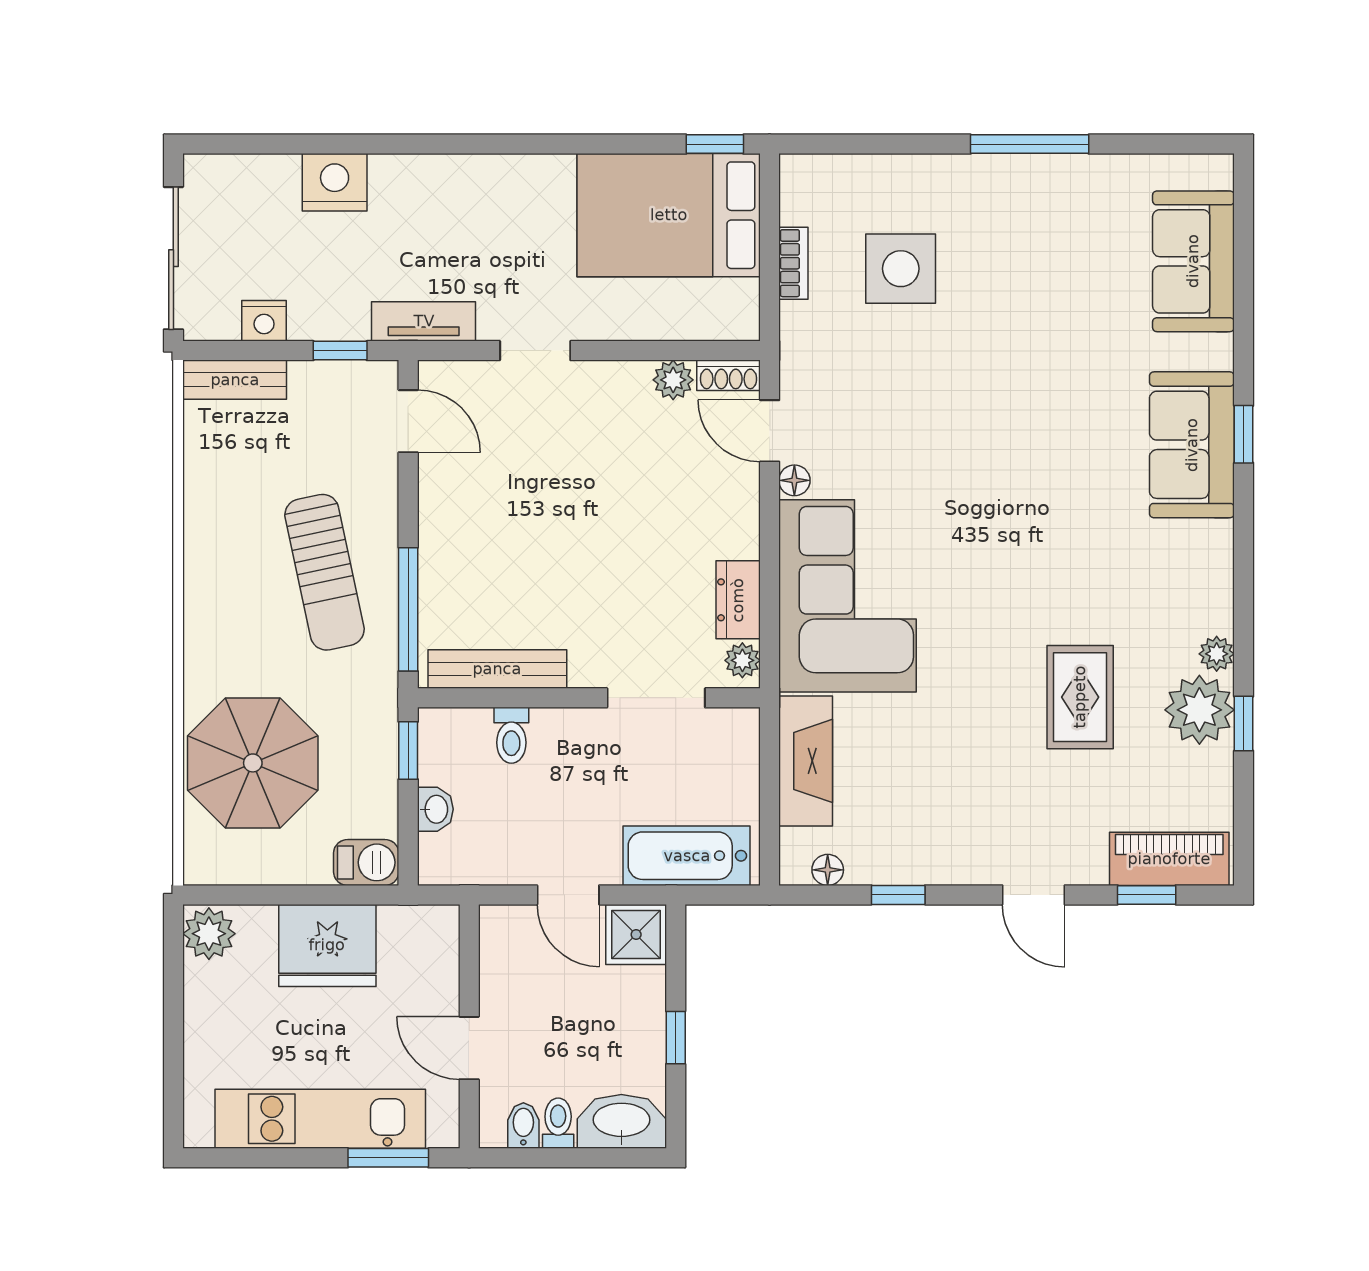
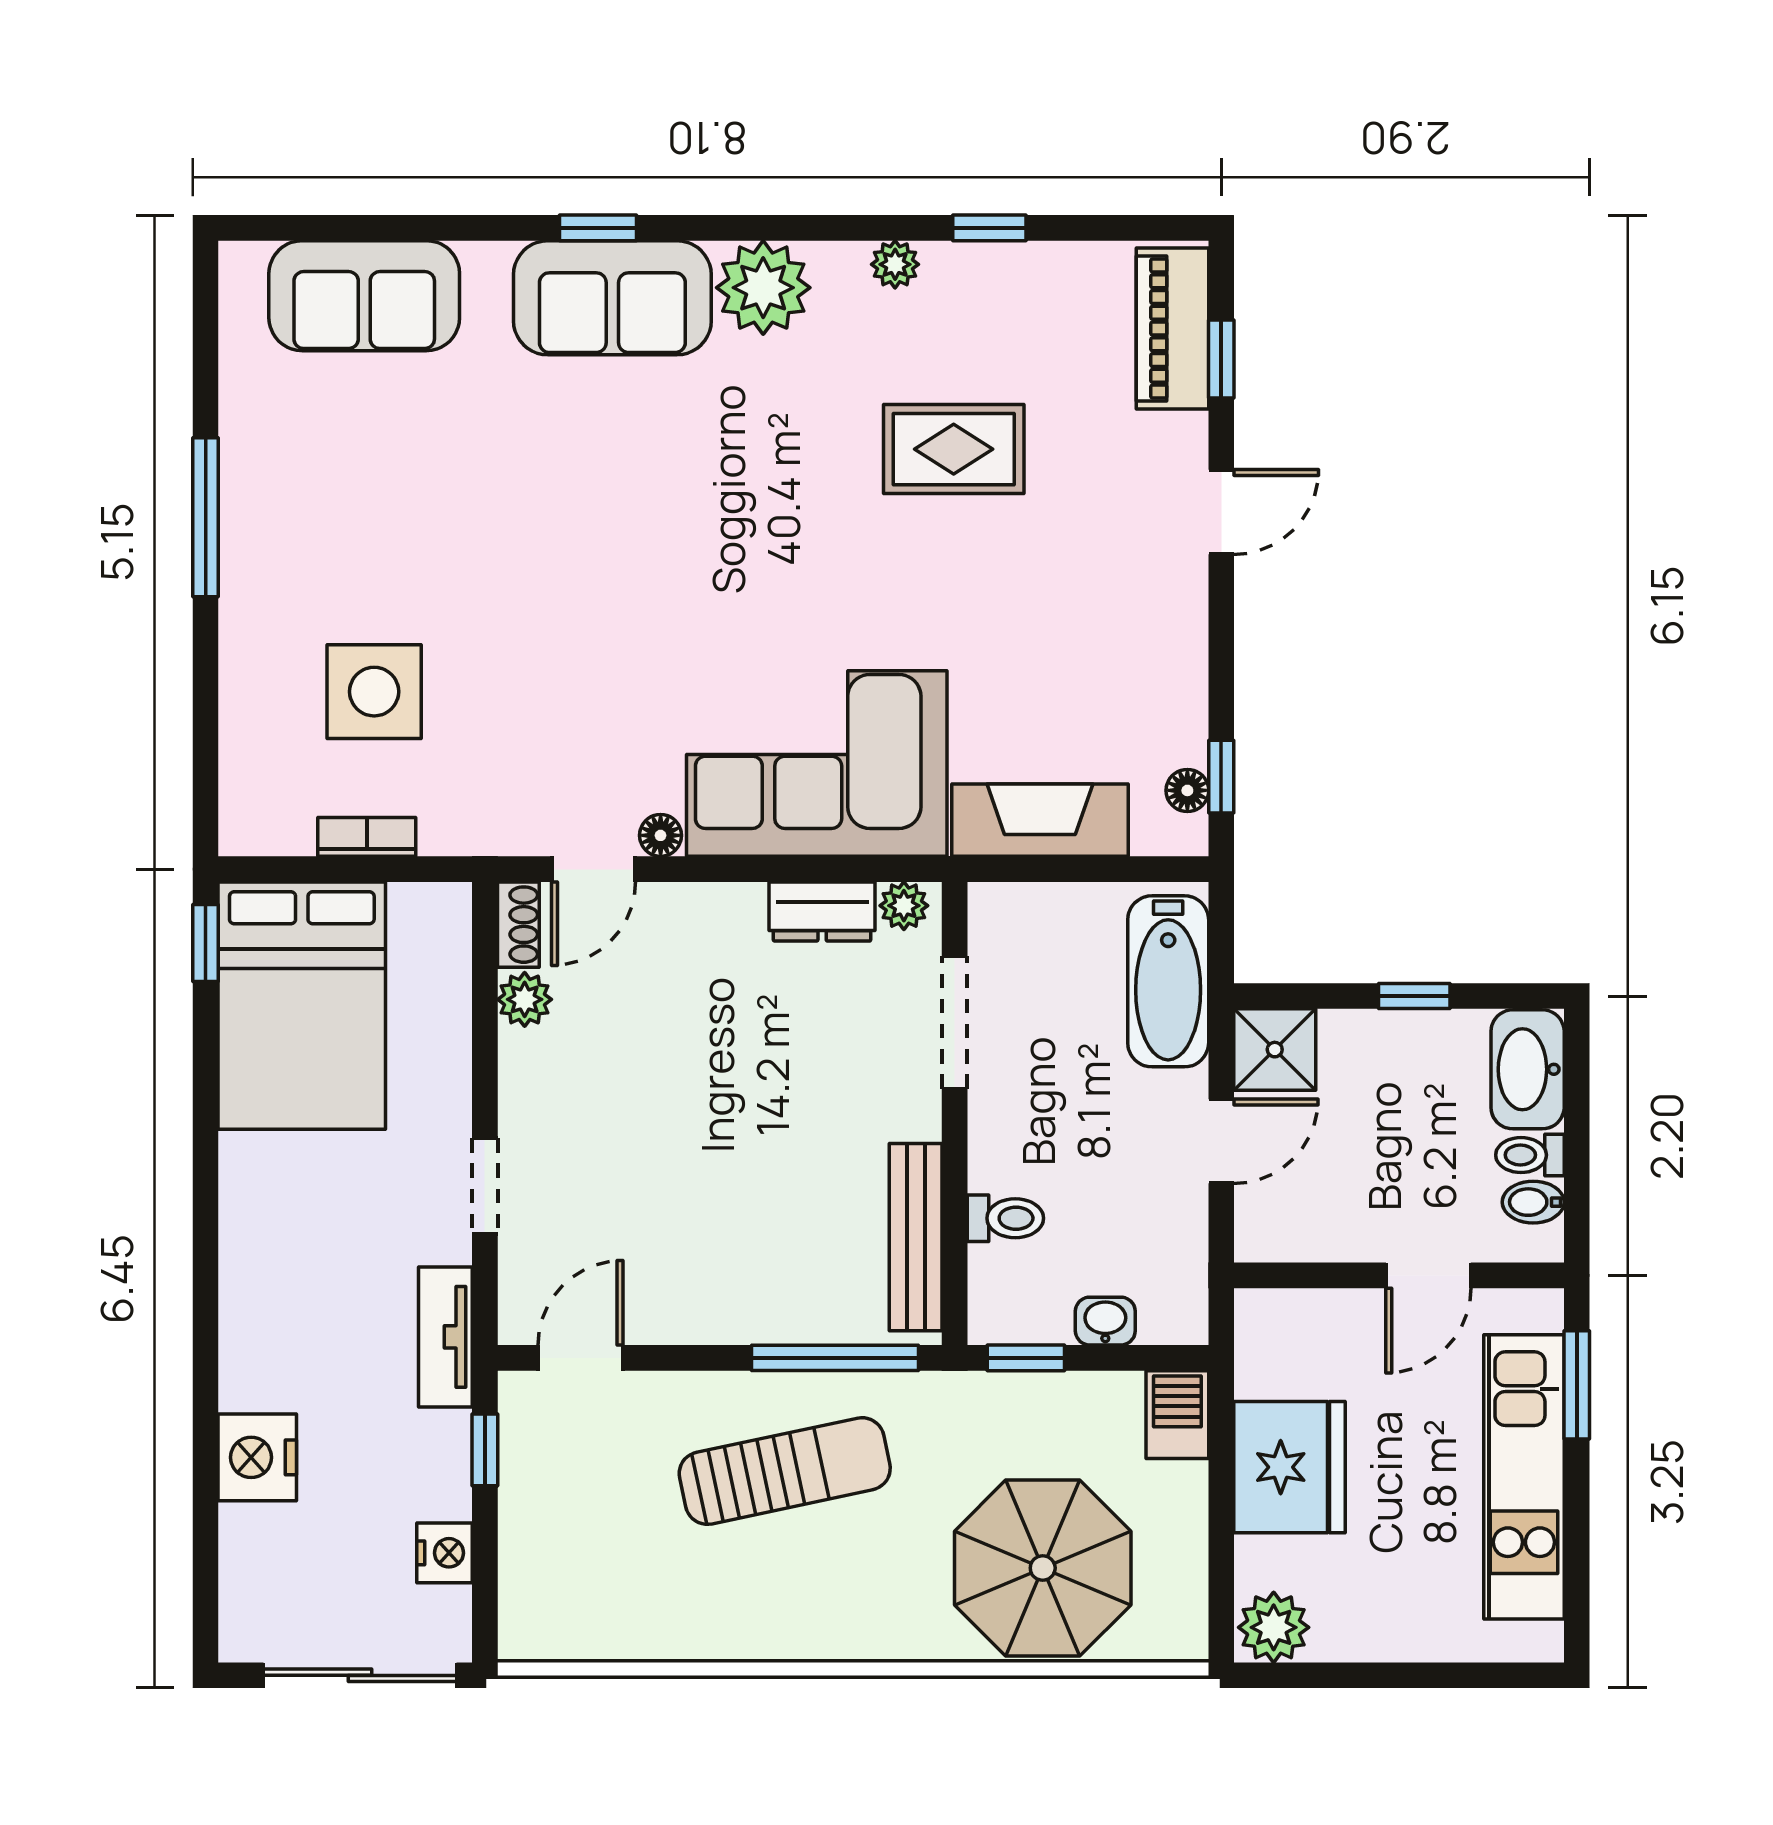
bench: (235, 380) -> (524, 1593), removed
plant: (1199, 710) -> (763, 288), moved
window: (898, 895) -> (1221, 777), moved

